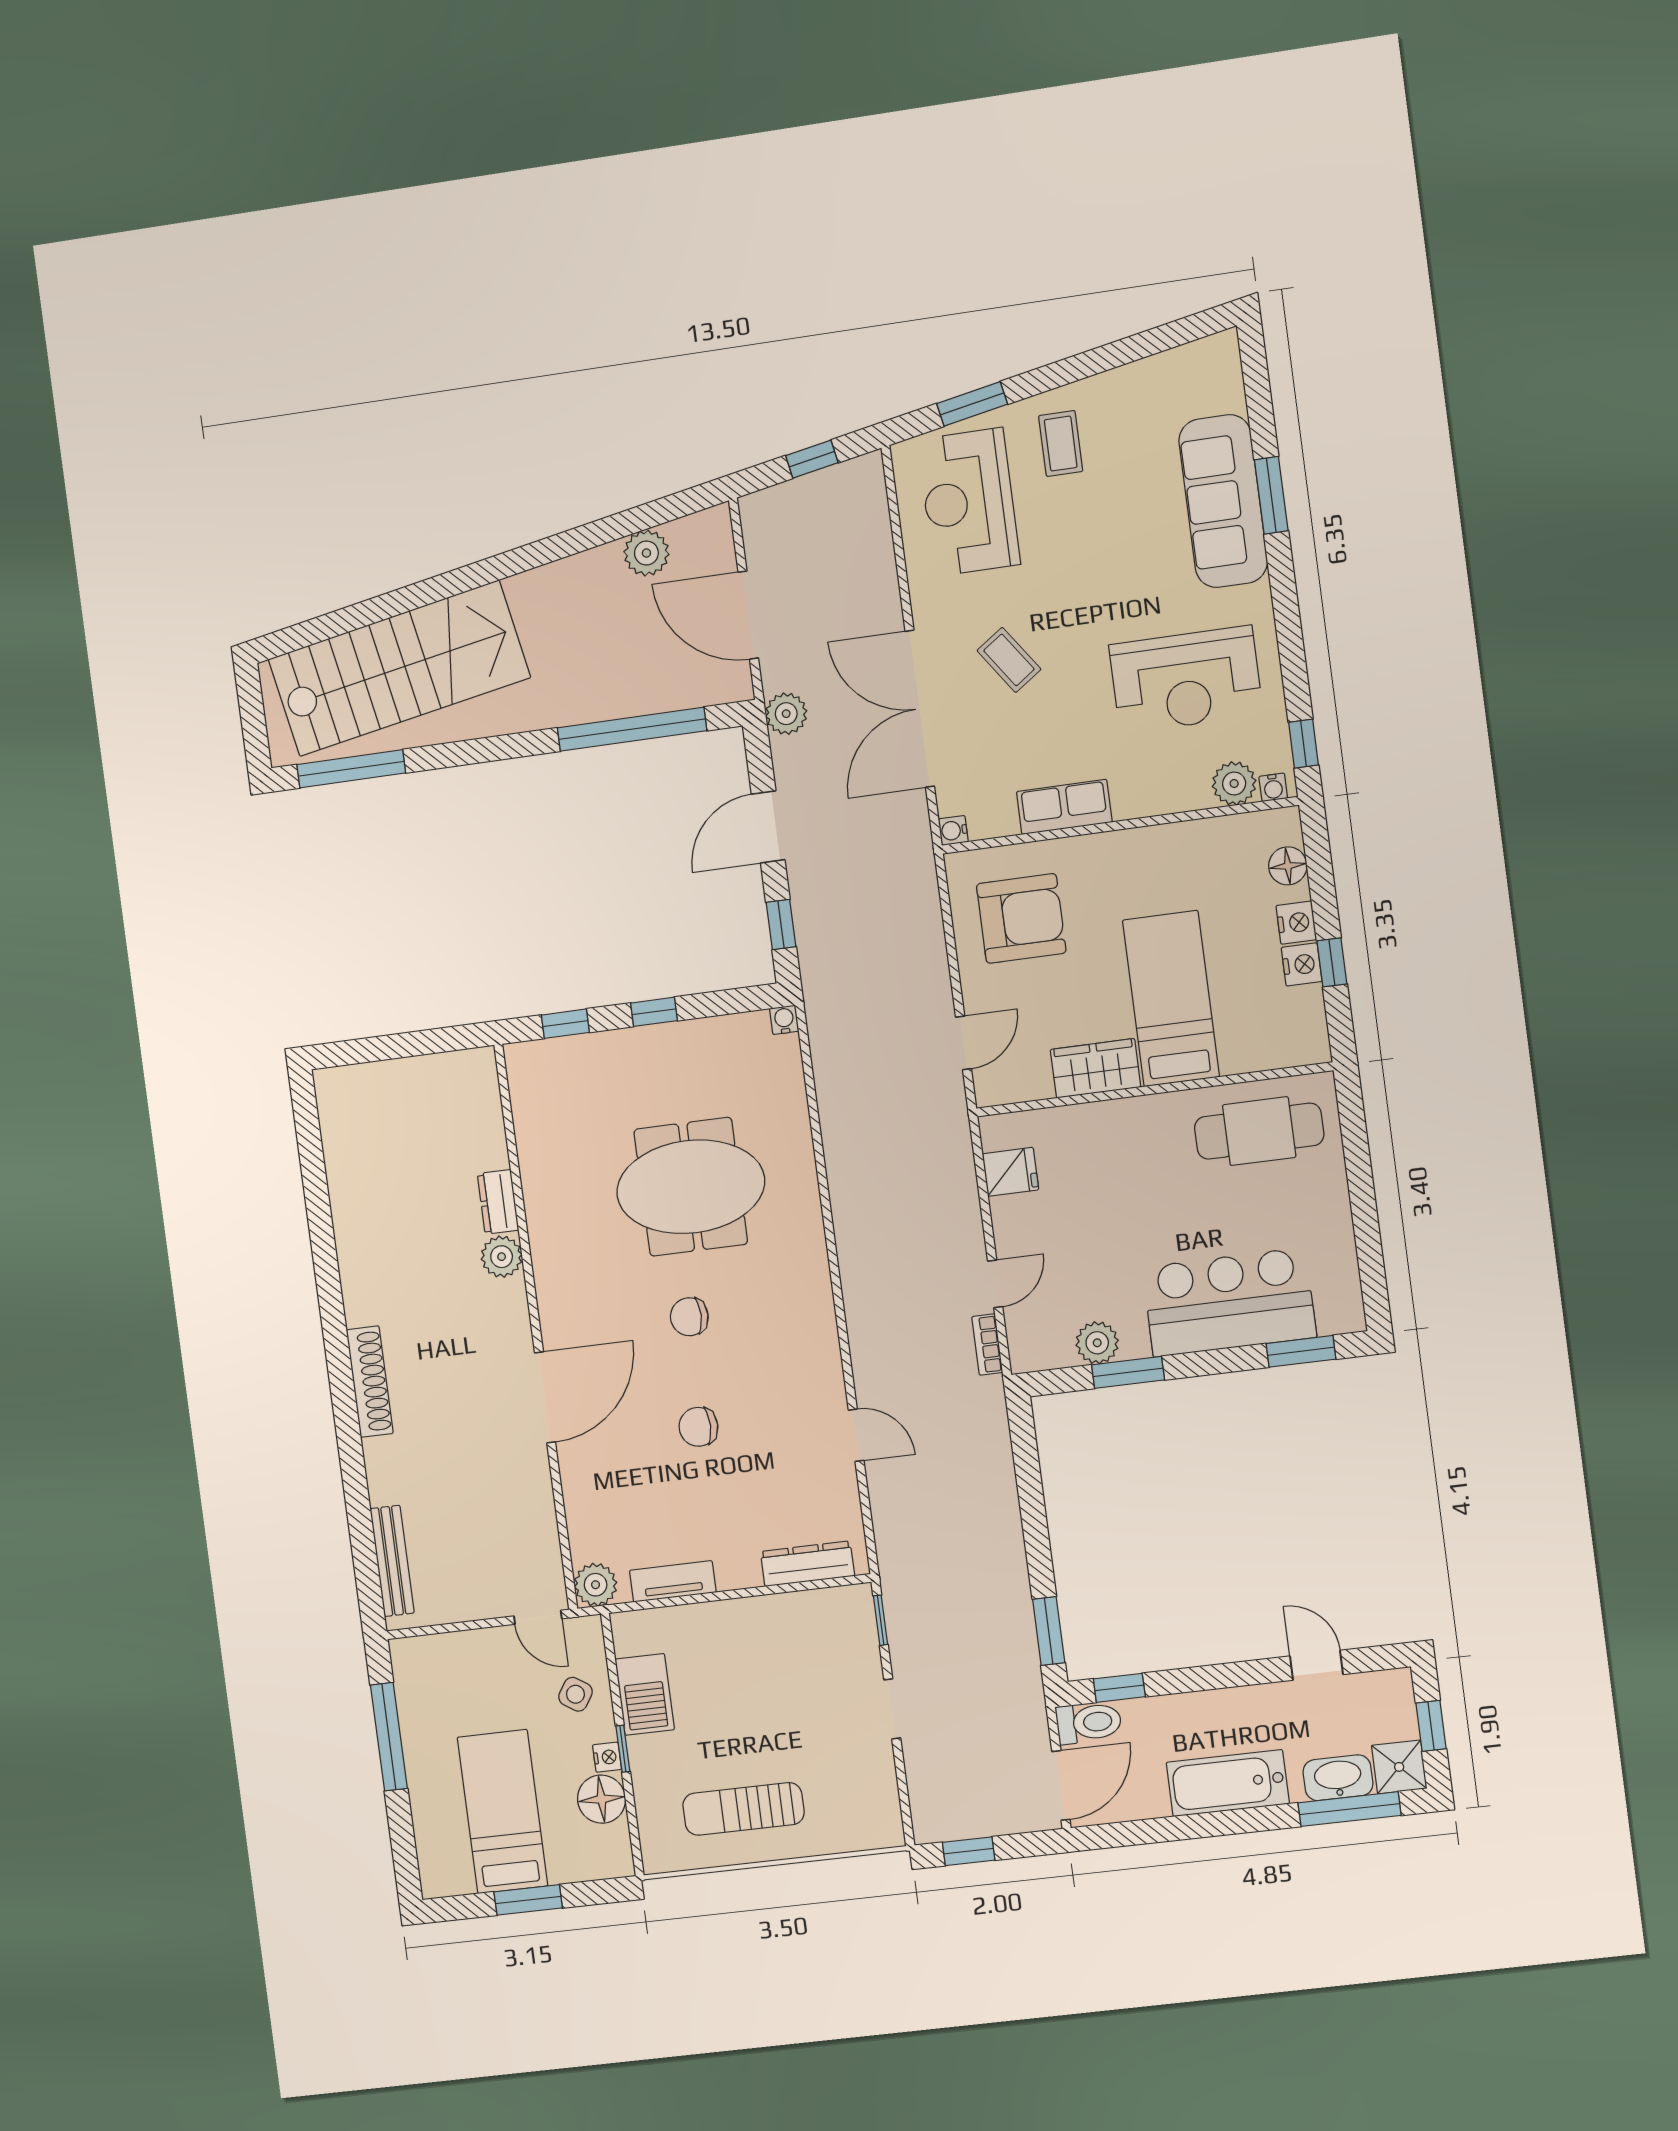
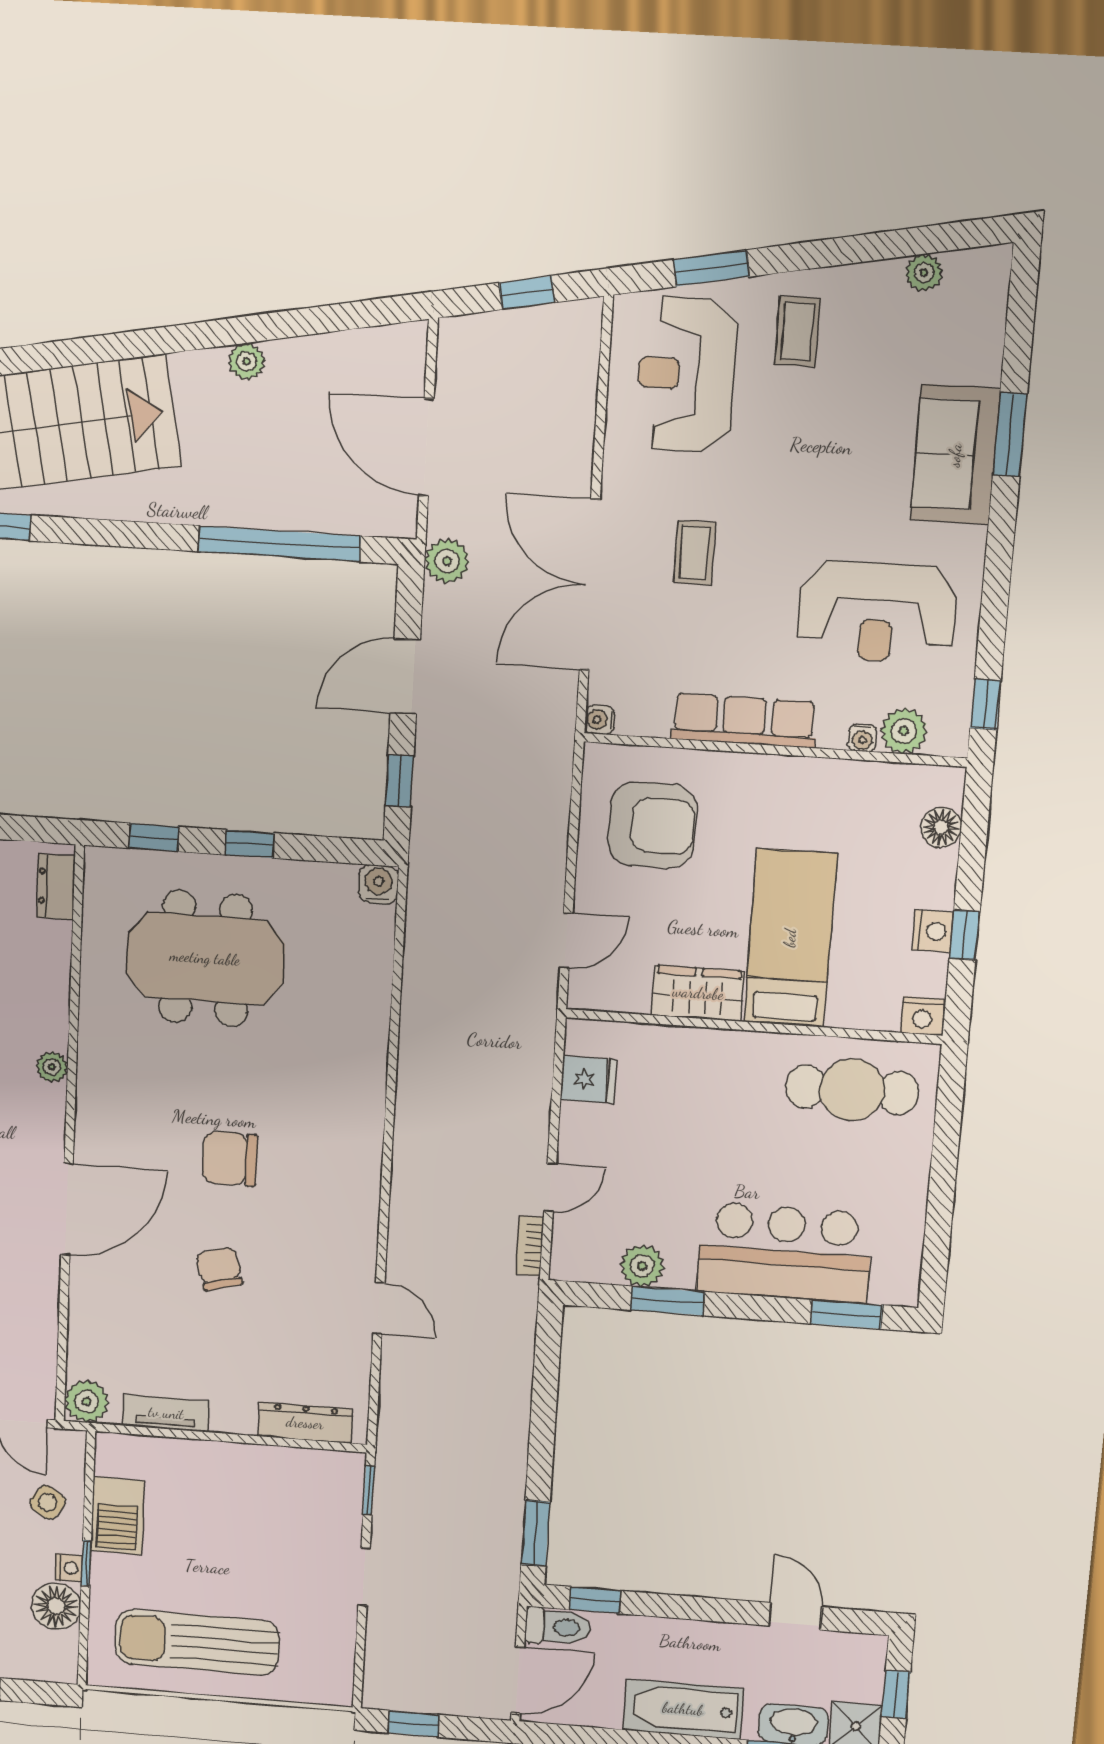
plant: (1163, 368) -> (924, 273), added
sofa: (1223, 501) -> (955, 455), width x0.73
plant: (646, 553) -> (247, 361), moved, width x0.73, depth x0.73
coffee table: (1009, 660) -> (695, 553), turned 35
water cooler: (1273, 787) -> (862, 738), moved
row of seats: (1064, 807) -> (744, 721), width x1.48
nightstand: (1296, 923) -> (922, 1016), moved, turned 90
water cooler: (784, 1020) -> (379, 884), width x1.38, depth x1.38
meeting table: (691, 1187) -> (205, 958), moved
dresser: (498, 1202) -> (56, 887), moved
plant: (502, 1257) -> (52, 1067), width x0.73, depth x0.73
chair: (689, 1317) -> (230, 1159), width x1.37, depth x1.37
chair: (698, 1427) -> (219, 1269), turned 75
sun lounger: (743, 1809) -> (197, 1642), width x1.36, depth x1.34

